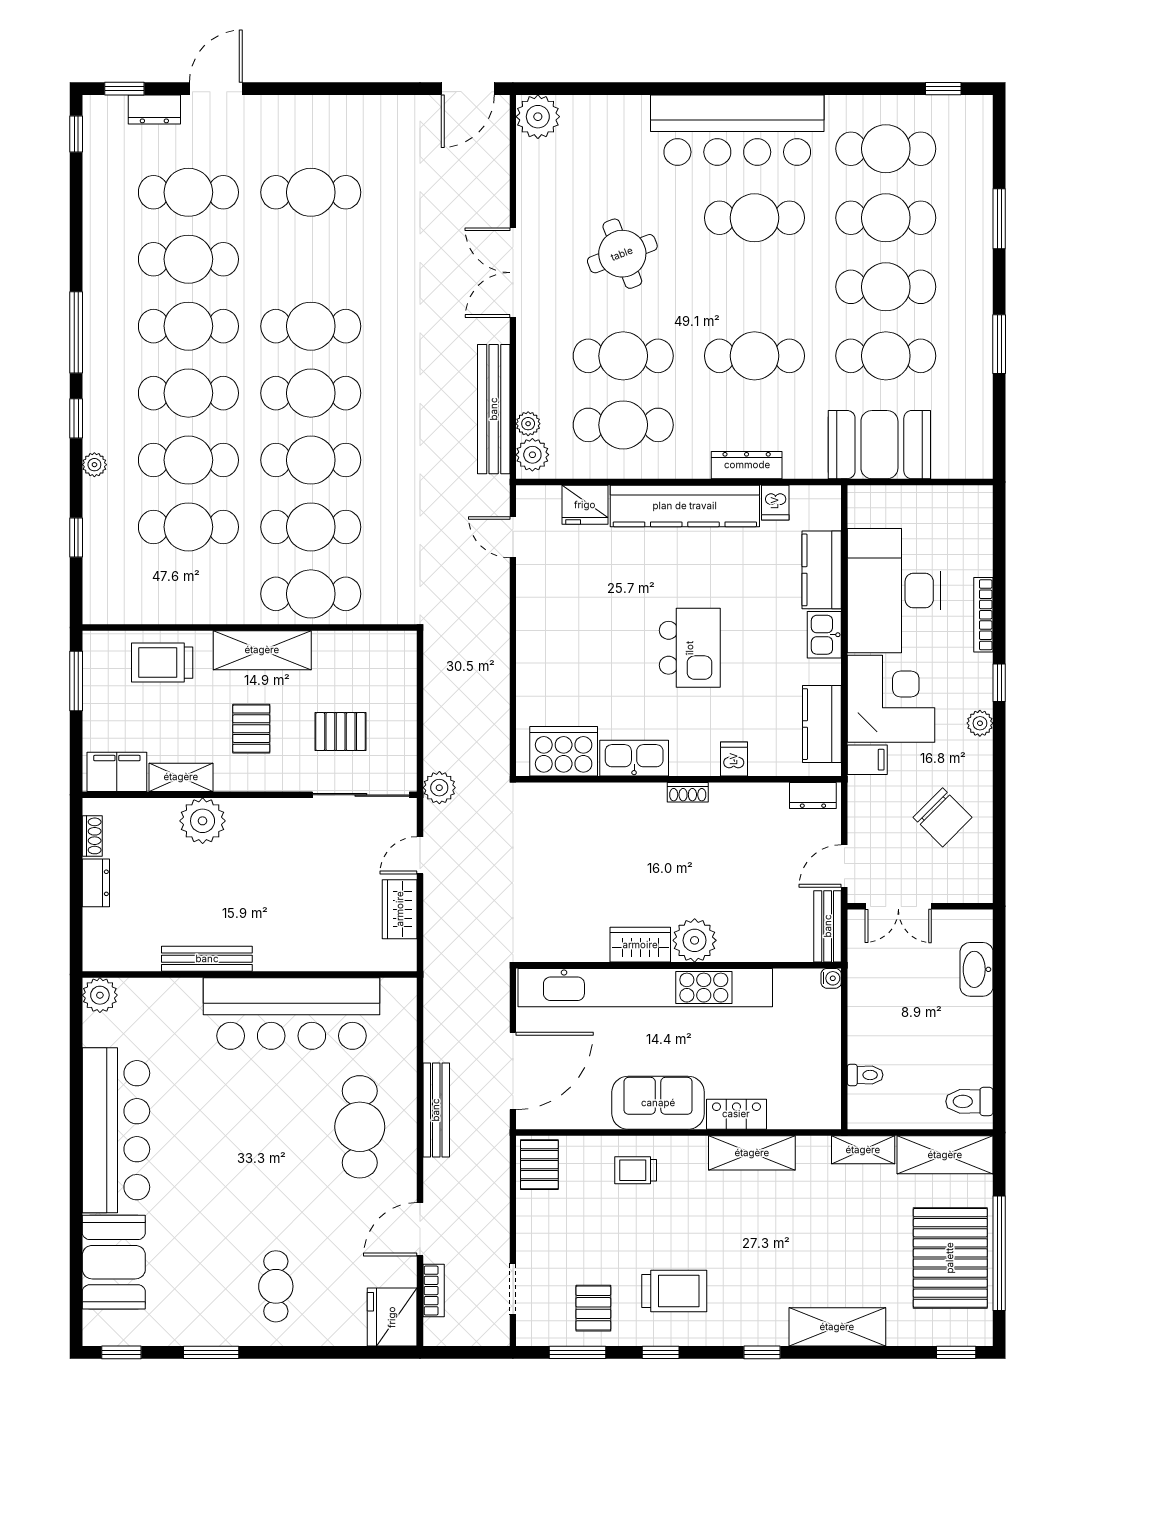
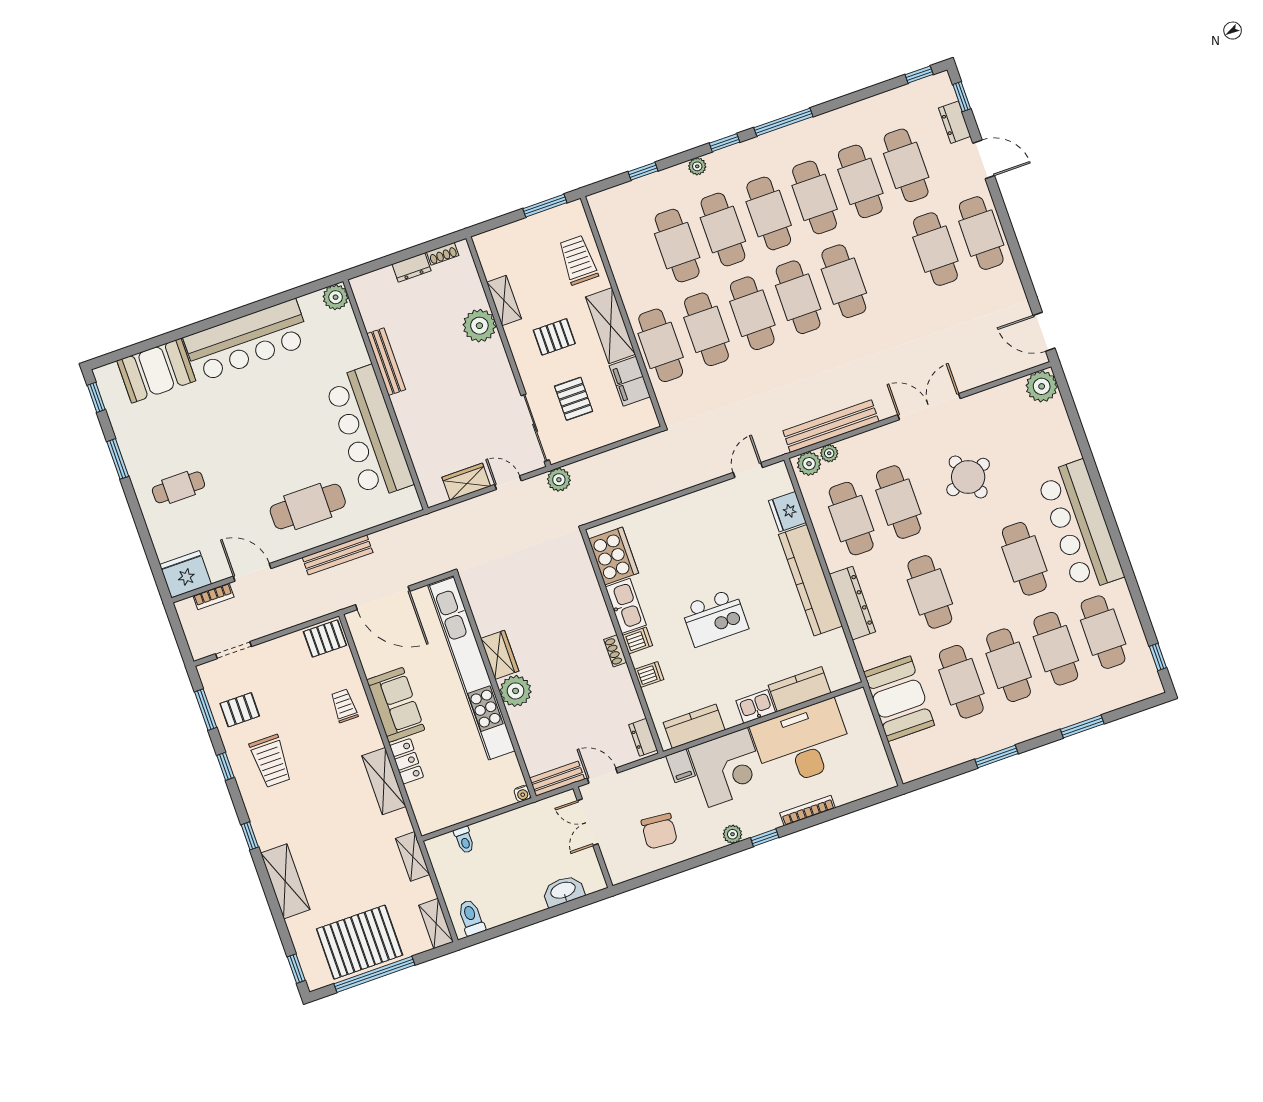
cafe table: (311, 125) -> (981, 233), added
dresser: (747, 465) -> (852, 603), width x1.37, depth x1.24
dishwasher: (775, 503) -> (637, 640), moved, turned 180
filing cabinet: (117, 772) -> (630, 381), moved, turned 180
chair: (943, 817) -> (659, 831), turned -40
shelving: (945, 1155) -> (436, 924), width x0.67, depth x0.75

